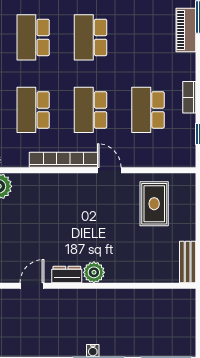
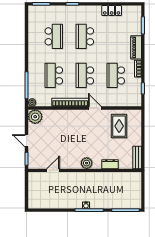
piano: (186, 30) -> (136, 47), moved
school desk: (33, 37) -> (54, 36), turned 180
dresser: (67, 275) -> (110, 164), moved

